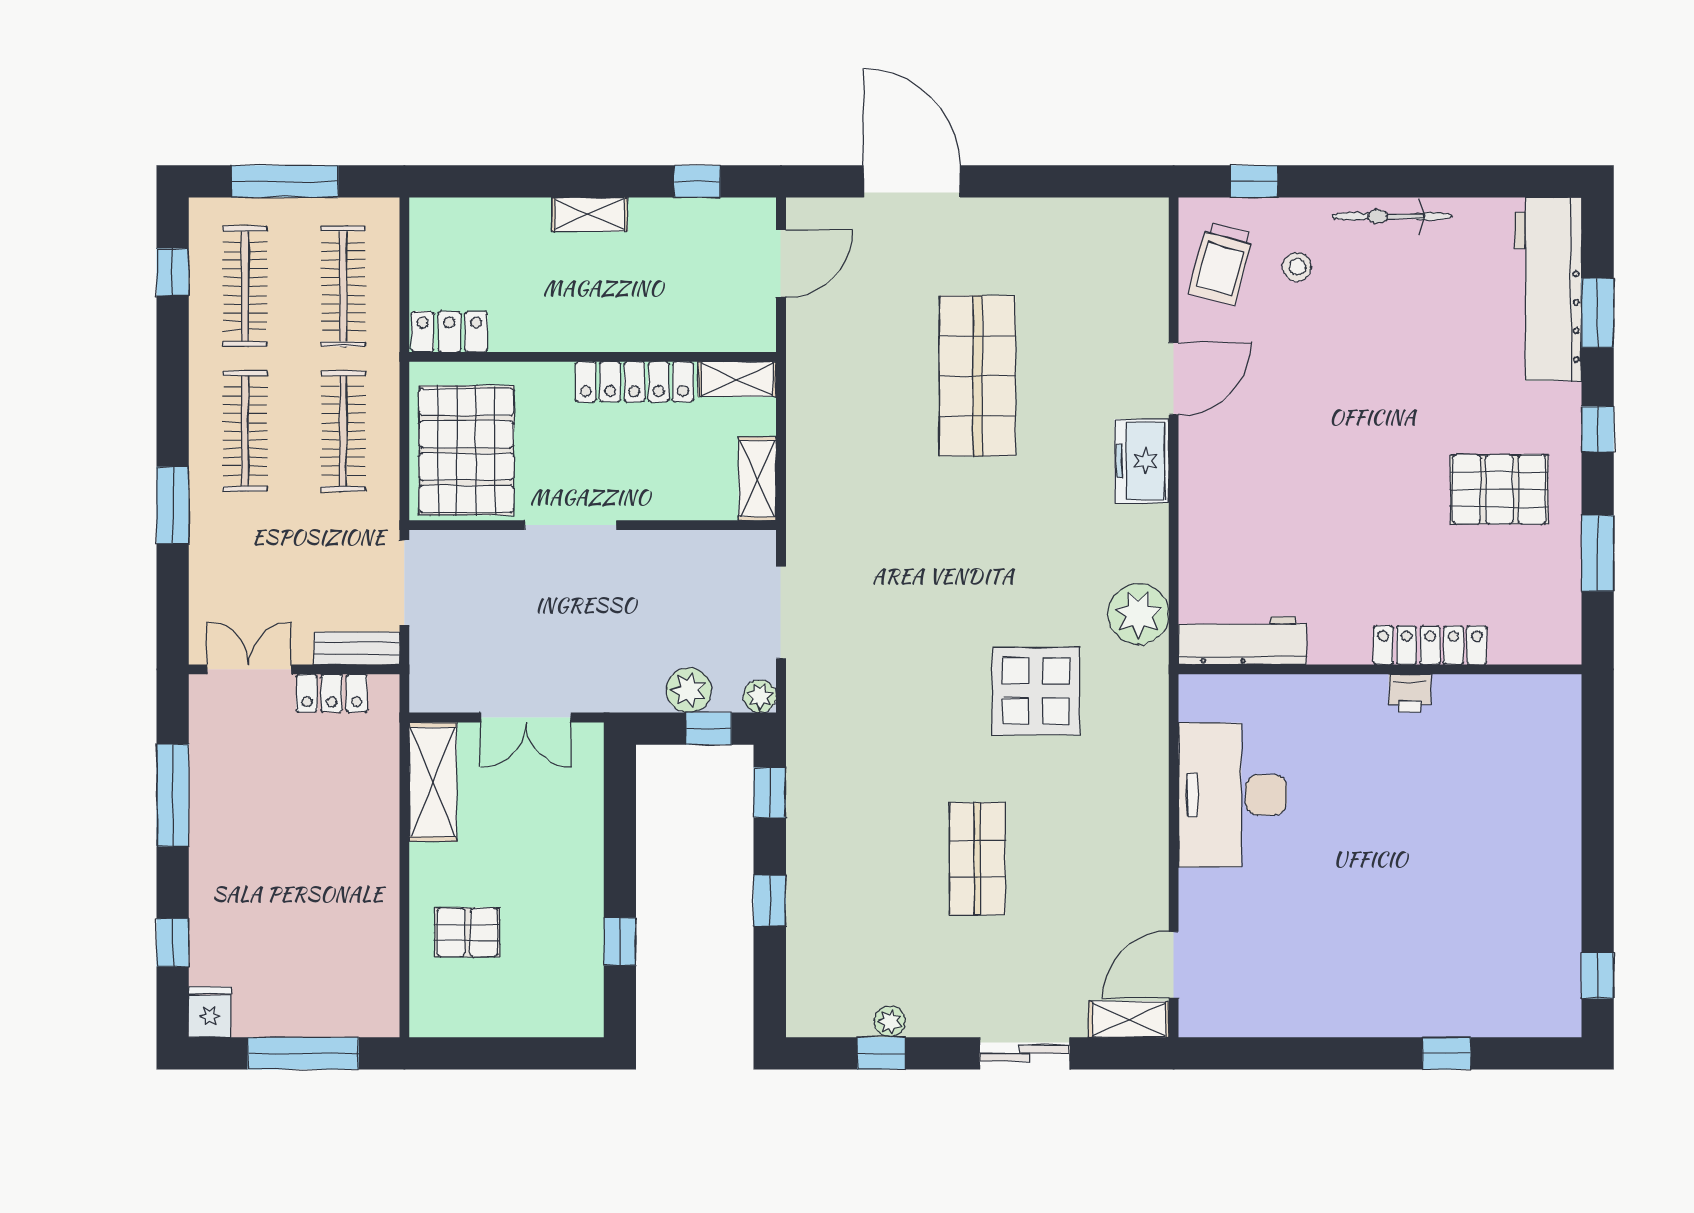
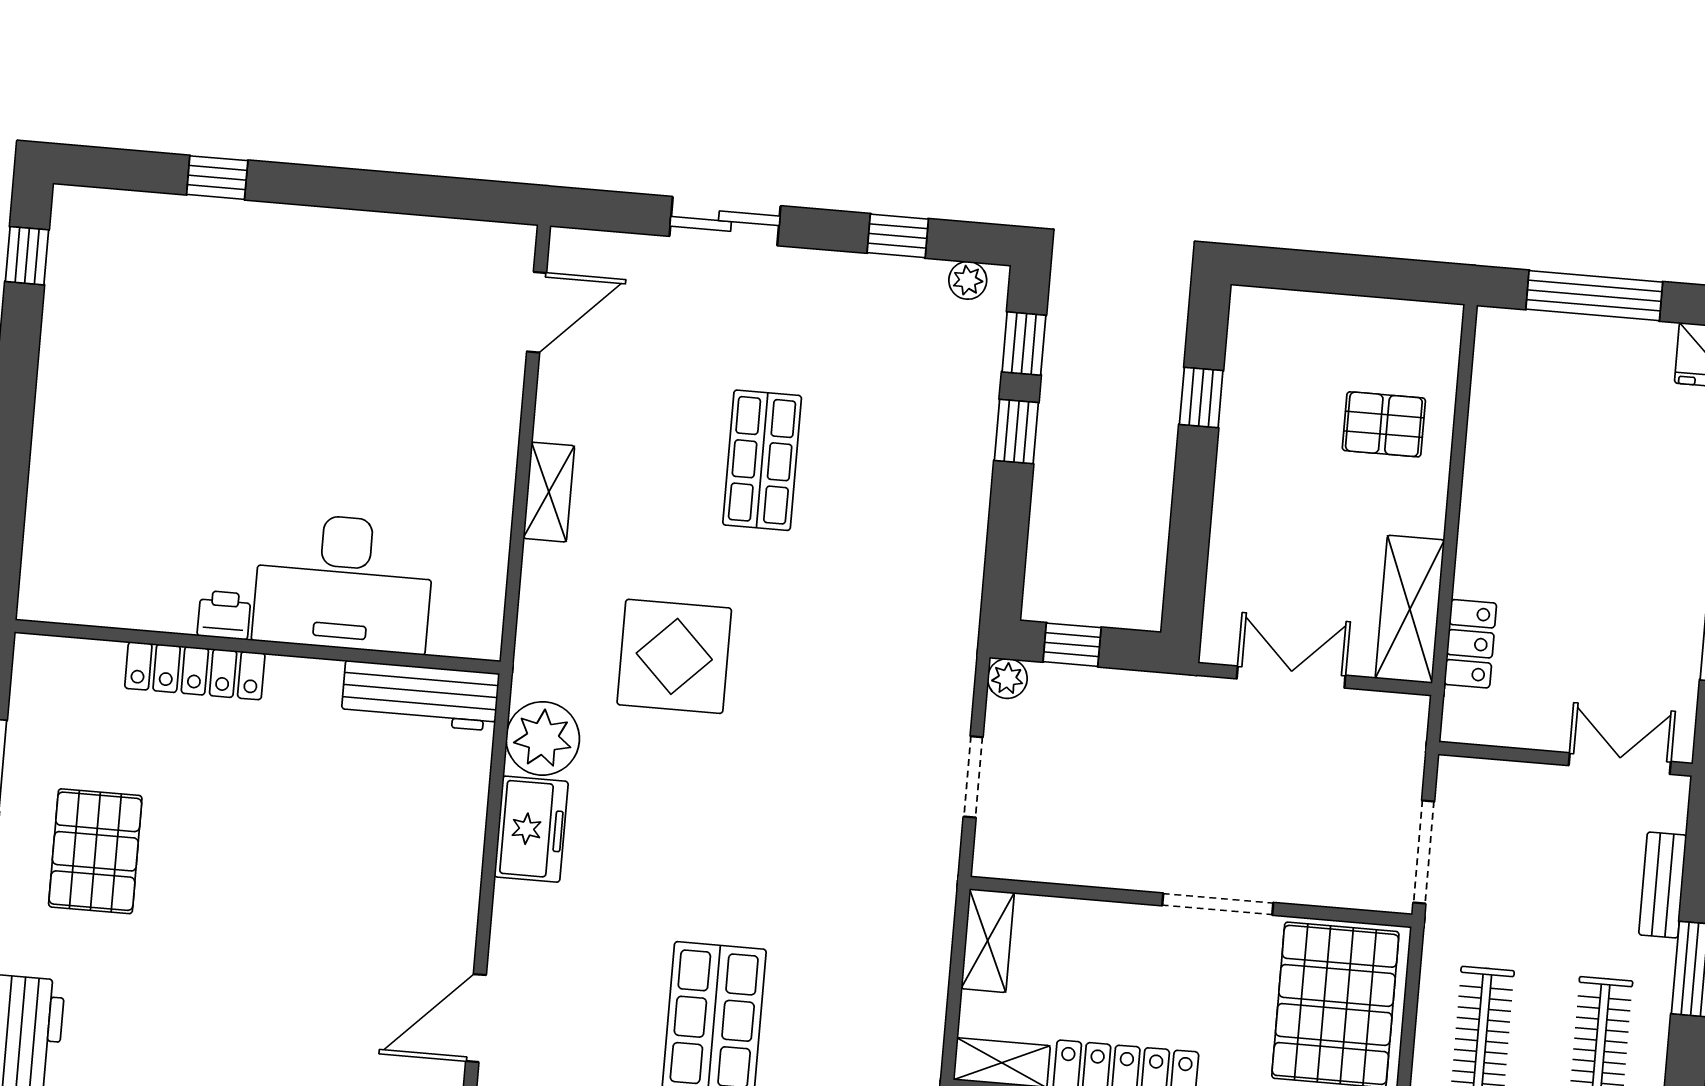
freezer: (1142, 461) -> (531, 829), moved
pallet: (1499, 489) -> (95, 851), turned 90
doorway: (781, 613) -> (973, 777), width x0.73
bench: (357, 648) -> (1663, 885), moved, turned 90
double door: (249, 669) -> (1620, 764), swing flipped
plant: (689, 690) -> (1092, 693), removed
locker: (332, 693) -> (1470, 644), moved, turned 90
window: (770, 792) -> (1024, 344), moved
desk: (1233, 795) -> (344, 583), moved, turned 90
shelving: (1129, 1019) -> (549, 492), moved, turned 90
plant: (890, 1022) -> (968, 280), moved

